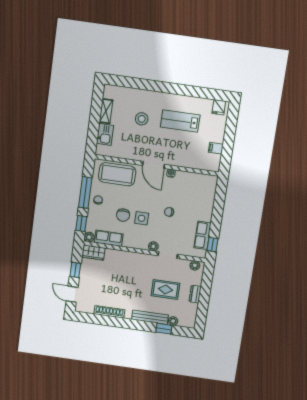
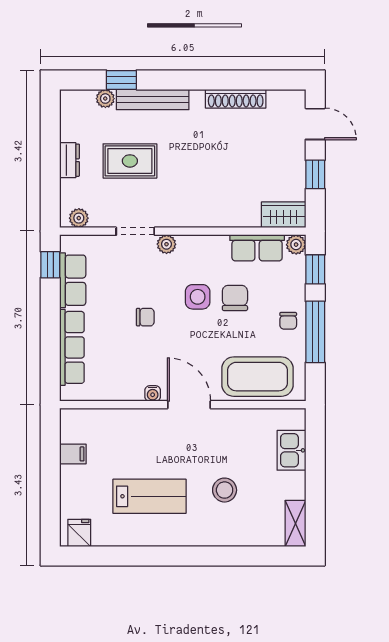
shelving: (106, 111) -> (295, 524), moved
row of seats: (208, 202) -> (72, 347), added

